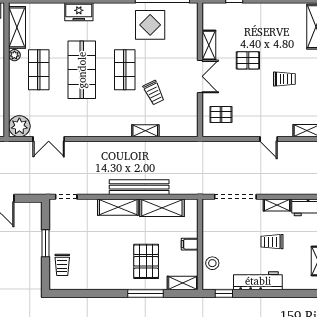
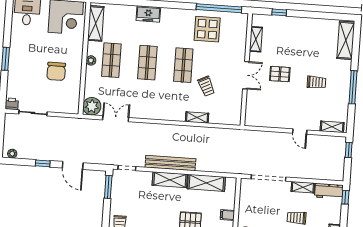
shelving: (209, 45) -> (256, 39), moved
plant: (14, 55) -> (91, 60), moved
pallet: (248, 60) -> (280, 74), moved
shop shelf: (82, 70) -> (147, 63), width x0.70, depth x0.74
pallet: (221, 115) -> (261, 108), removed
double door: (49, 139) -> (116, 119), swing flipped
bench: (139, 187) -> (170, 163), moved
window: (46, 243) -> (108, 187), moved

